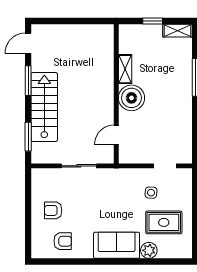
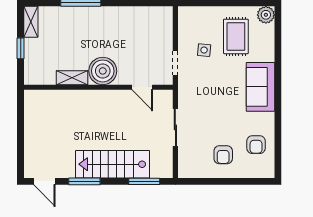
doorway: (165, 166) -> (175, 63), moved
armchair: (63, 241) -> (256, 145), turned 180
plant: (149, 250) -> (266, 15), moved

